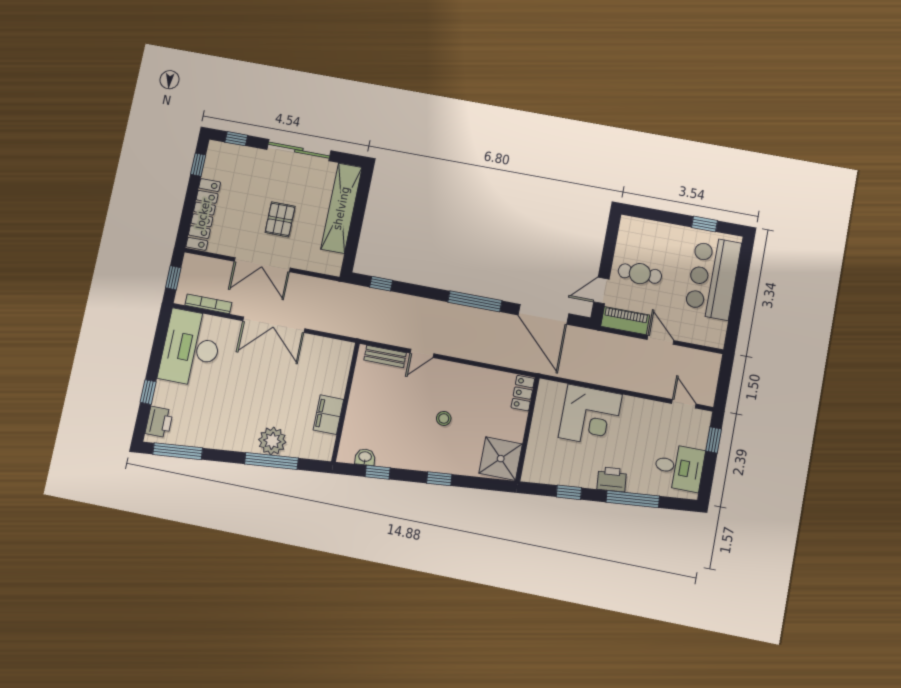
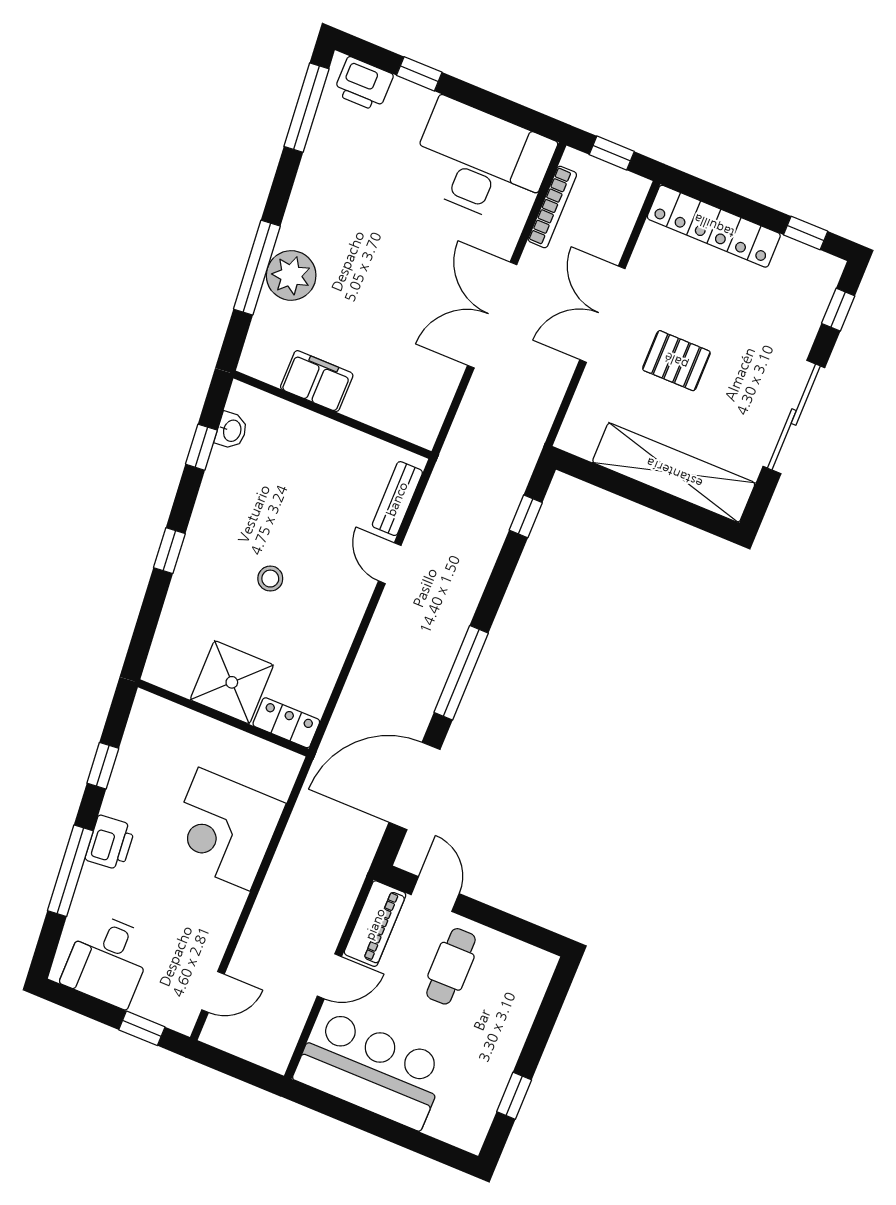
bar counter: (713, 278) -> (371, 1070), moved
shower: (501, 459) -> (232, 682), moved

